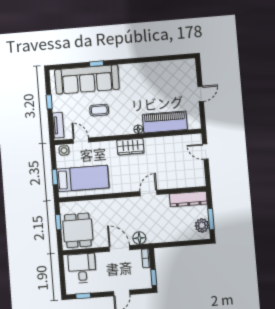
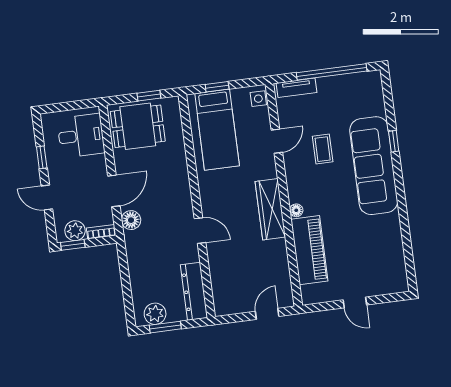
sofa: (87, 79) -> (374, 166), moved
window: (49, 102) -> (332, 72), width x3.17
door: (81, 141) -> (277, 141), moved
wardrobe: (130, 147) -> (270, 209), width x1.50
plant: (144, 275) -> (75, 231), added
window: (83, 296) -> (42, 157), moved

